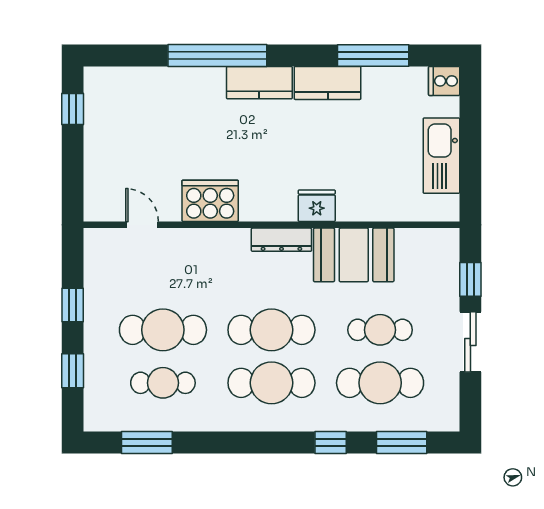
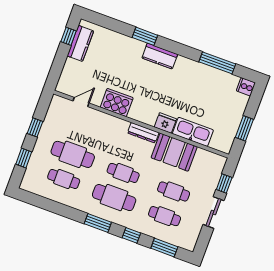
window: (217, 56) -> (145, 36), width x0.47
kitchen counter: (328, 83) -> (80, 43), moved, turned -90
kitchen sink: (441, 156) -> (193, 132), moved, turned 90
window: (470, 161) -> (244, 128), added
door: (142, 225) -> (81, 102), hinge flipped
cafe table: (271, 330) -> (123, 173), width x0.73, depth x0.74
cafe table: (380, 383) -> (165, 216), width x0.73, depth x0.74
window: (147, 442) -> (98, 223), moved

